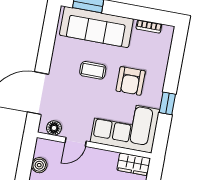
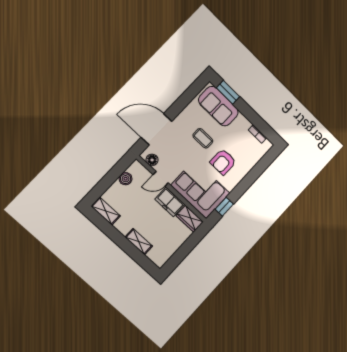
sofa: (96, 27) -> (218, 106), width x0.73
window: (167, 103) -> (224, 207), moved
freezer: (101, 160) -> (170, 202), added

